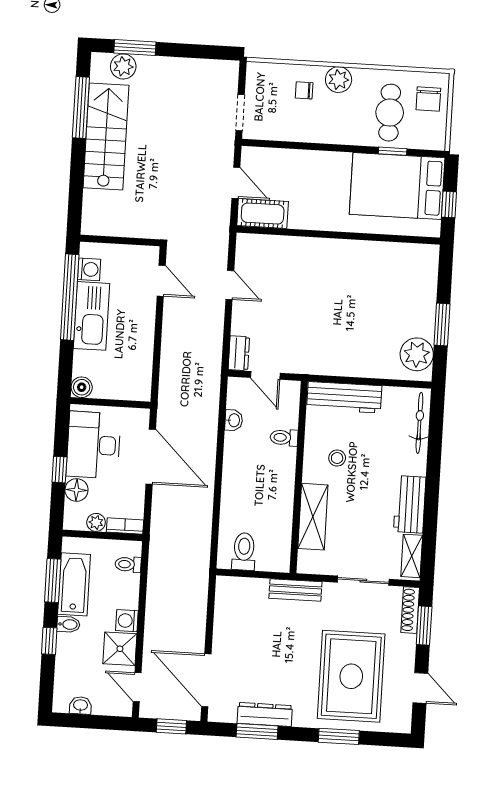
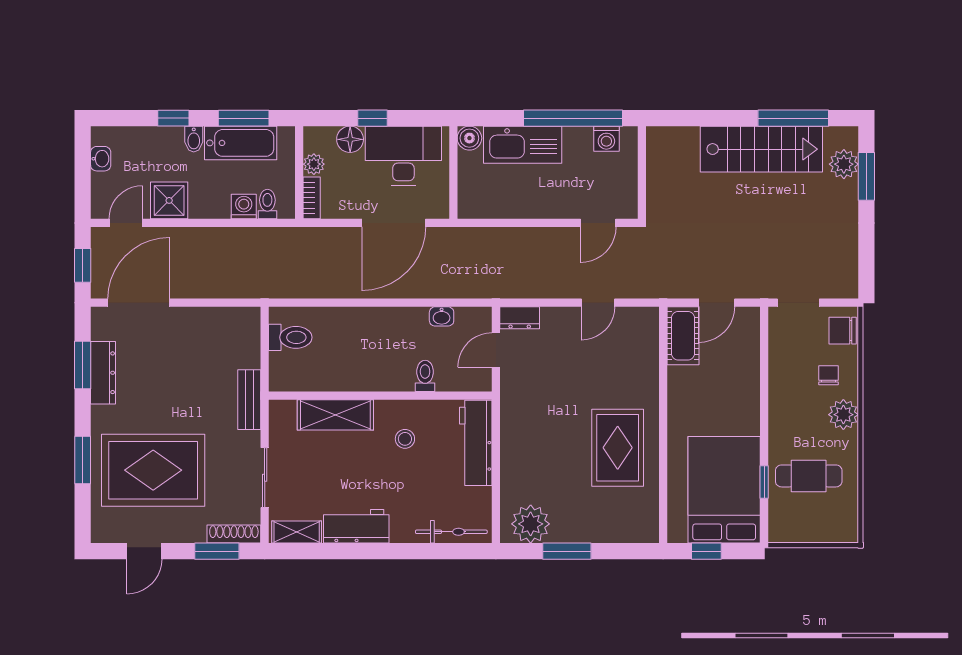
chair: (428, 99) -> (843, 331), moved
rug: (356, 276) -> (618, 448), added
kitchen sink: (92, 316) -> (523, 145), moved
washing machine: (127, 621) -> (244, 207), moved

